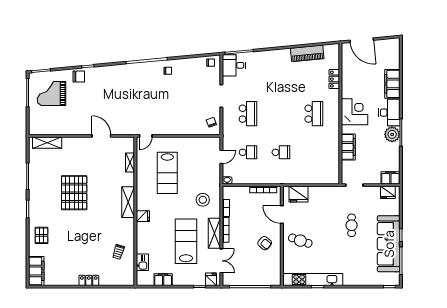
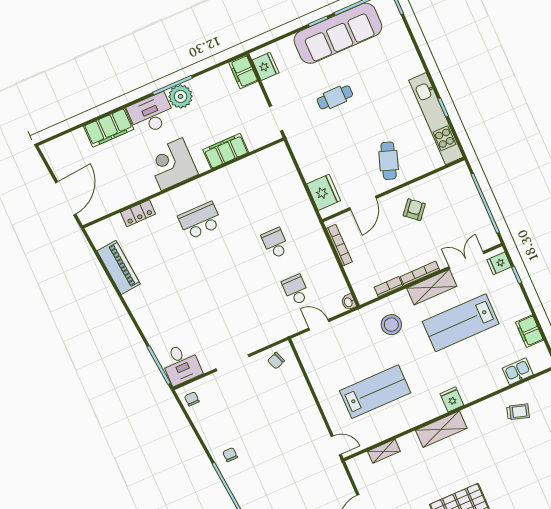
school desk: (248, 114) -> (241, 314), removed

